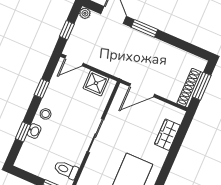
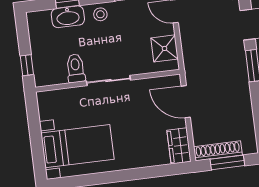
washbasin: (34, 131) -> (68, 17), width x1.91, depth x1.45
wardrobe: (167, 135) -> (179, 146), moved, turned -90
toilet: (66, 170) -> (76, 68), moved

